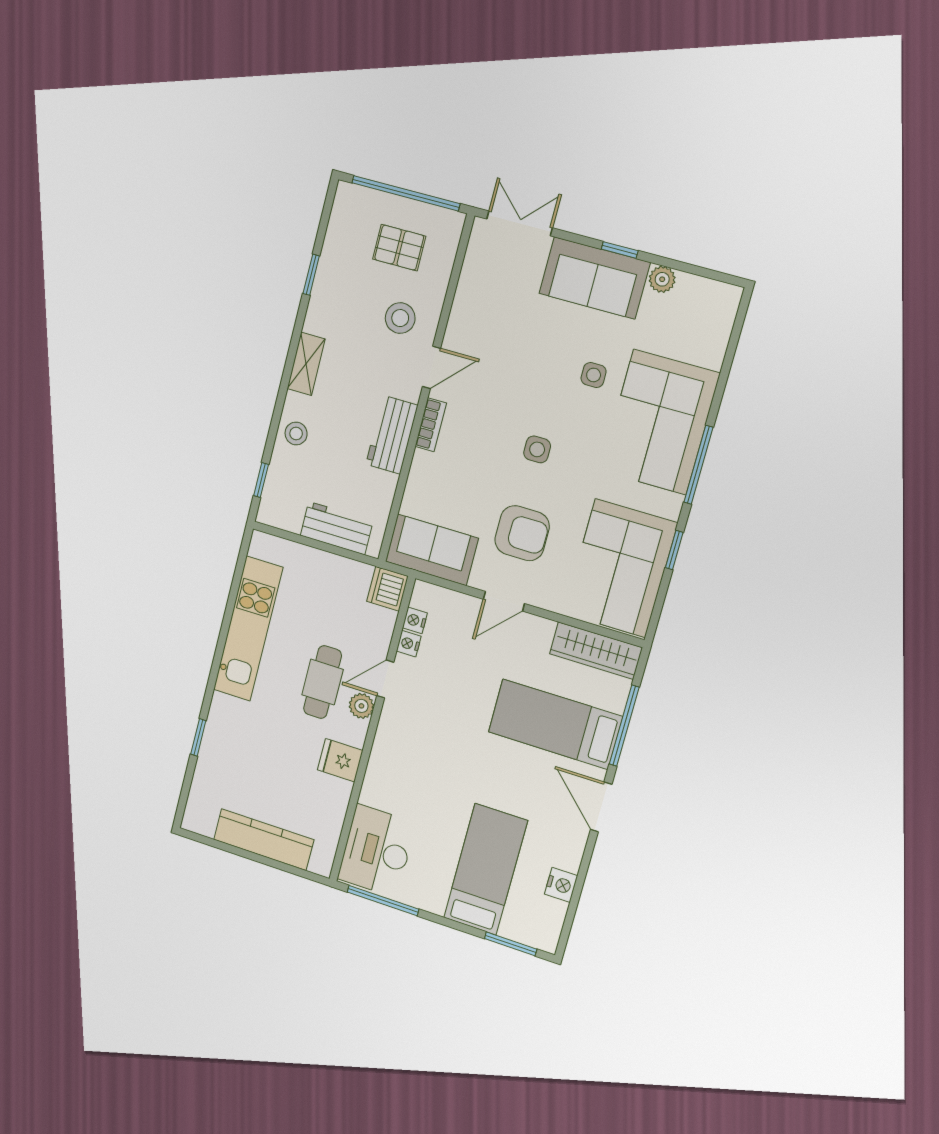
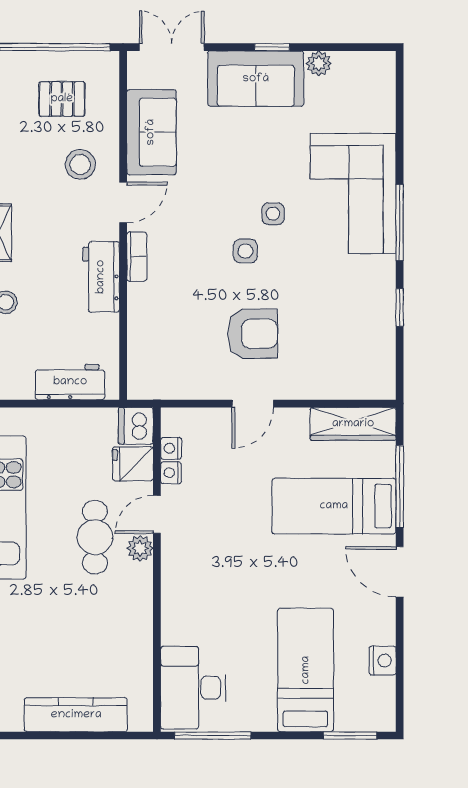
side table: (594, 375) -> (273, 214), moved
sofa: (432, 550) -> (151, 132), moved, turned 90
corner sofa: (620, 568) -> (354, 339), removed
fridge: (340, 760) -> (133, 464), moved

